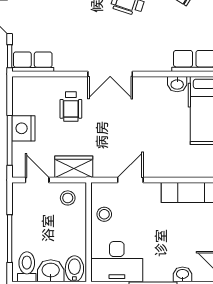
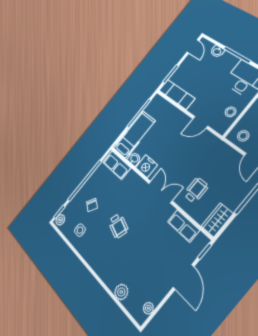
row of seats: (33, 62) -> (183, 226), moved
nightstand: (23, 128) -> (146, 166), moved, turned 90
wardrobe: (74, 167) -> (217, 220), moved, turned 90

